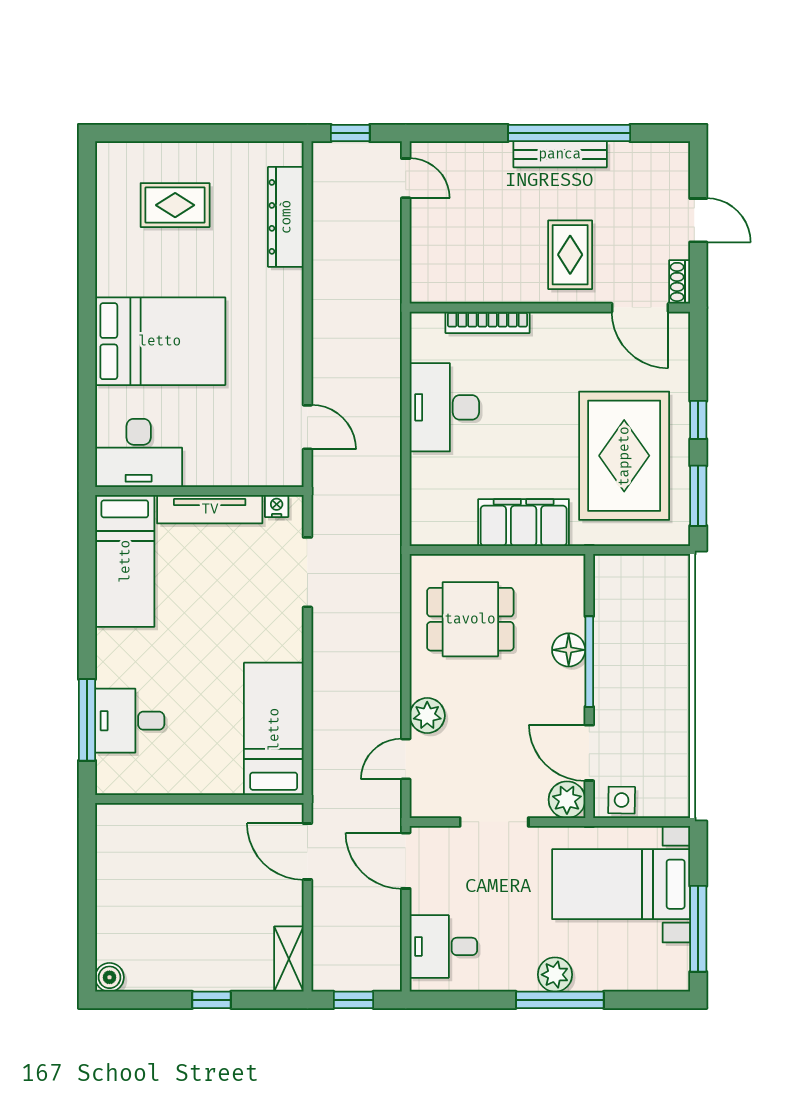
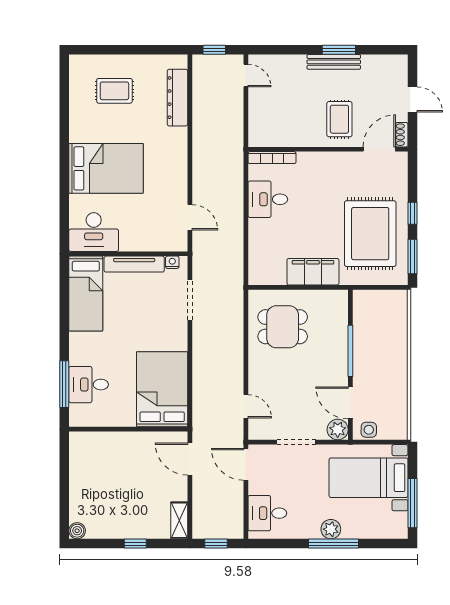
window: (569, 133) -> (339, 50), width x0.47
door: (640, 308) -> (379, 149), swing flipped
bookcase: (487, 322) -> (272, 158), moved
desk: (444, 407) -> (268, 199), width x0.73
floor lamp: (569, 650) -> (339, 344), removed
plant: (427, 716) -> (258, 382), removed
bed: (274, 729) -> (162, 389), width x1.50
door: (406, 759) -> (246, 406), swing flipped

